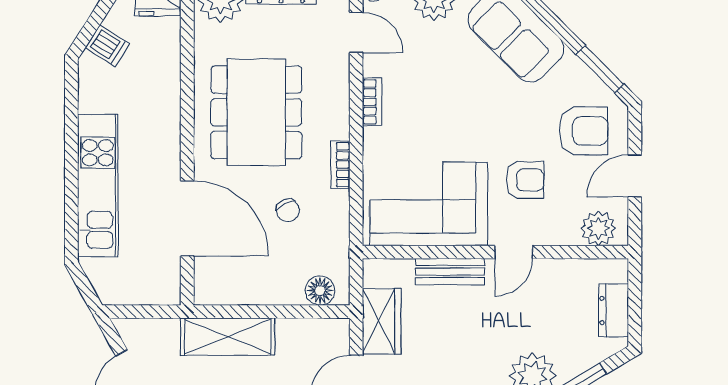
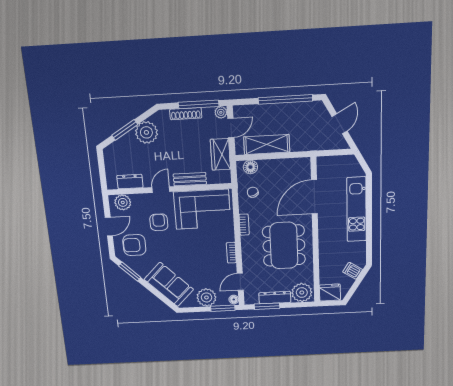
door: (356, 32) -> (240, 282), hinge flipped
armchair: (525, 180) -> (159, 222), turned 90
chair: (288, 210) -> (253, 192), moved
door: (187, 218) -> (314, 197), hinge flipped
dresser: (614, 311) -> (130, 182), moved, turned -90
shelving: (228, 337) -> (267, 144), moved

